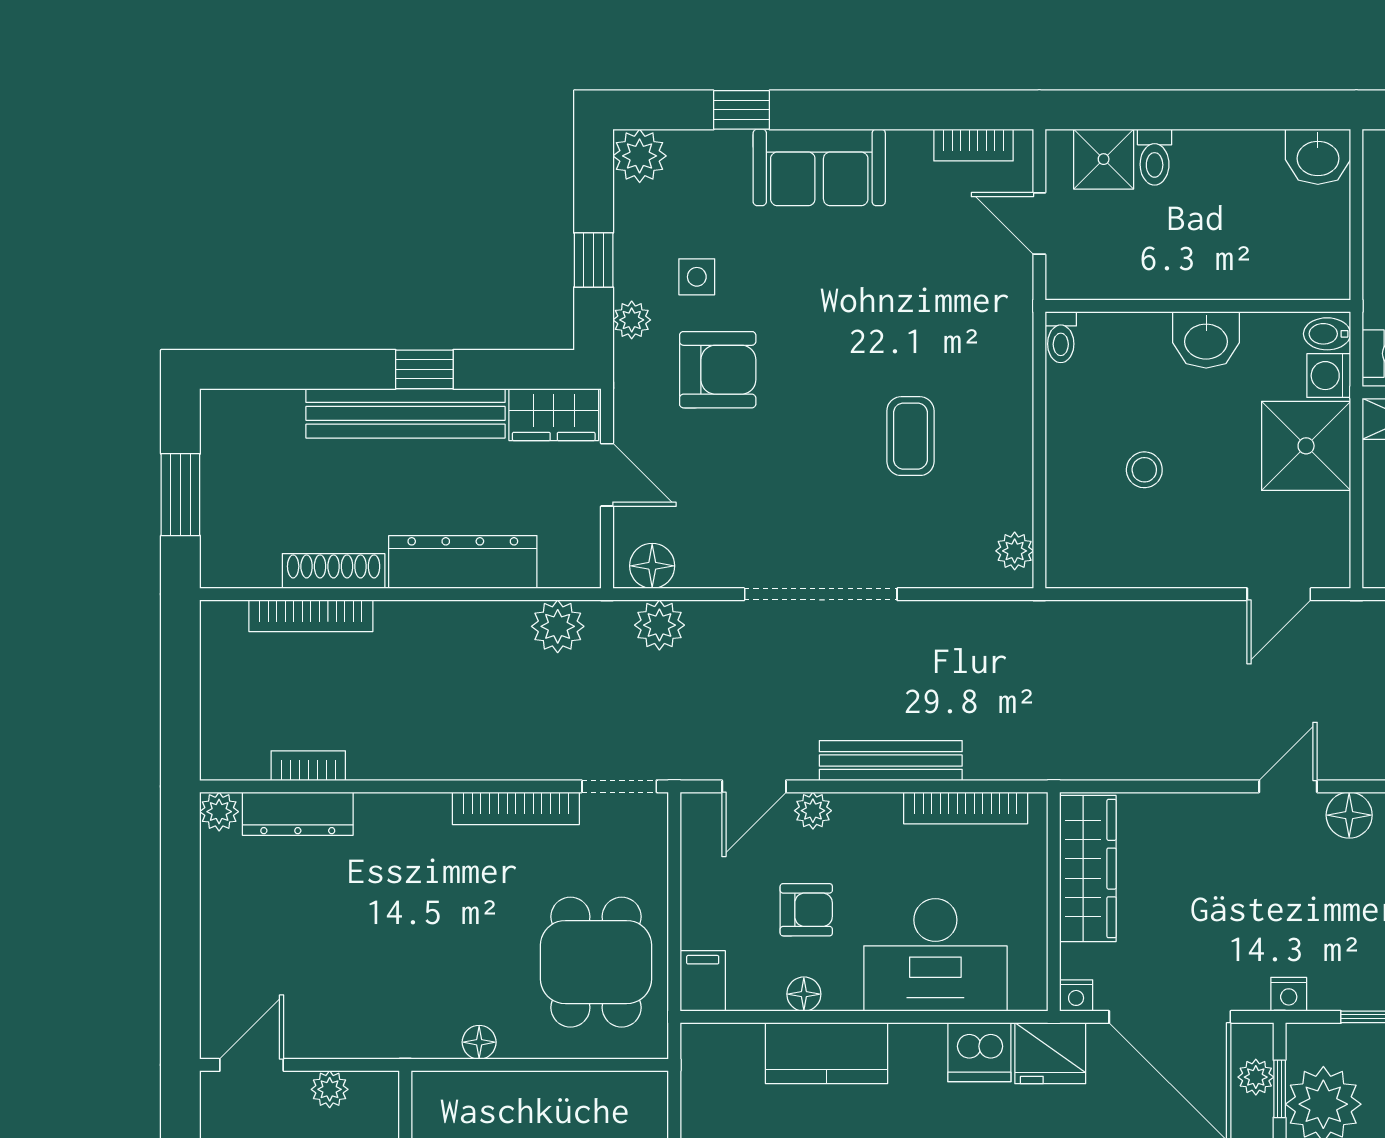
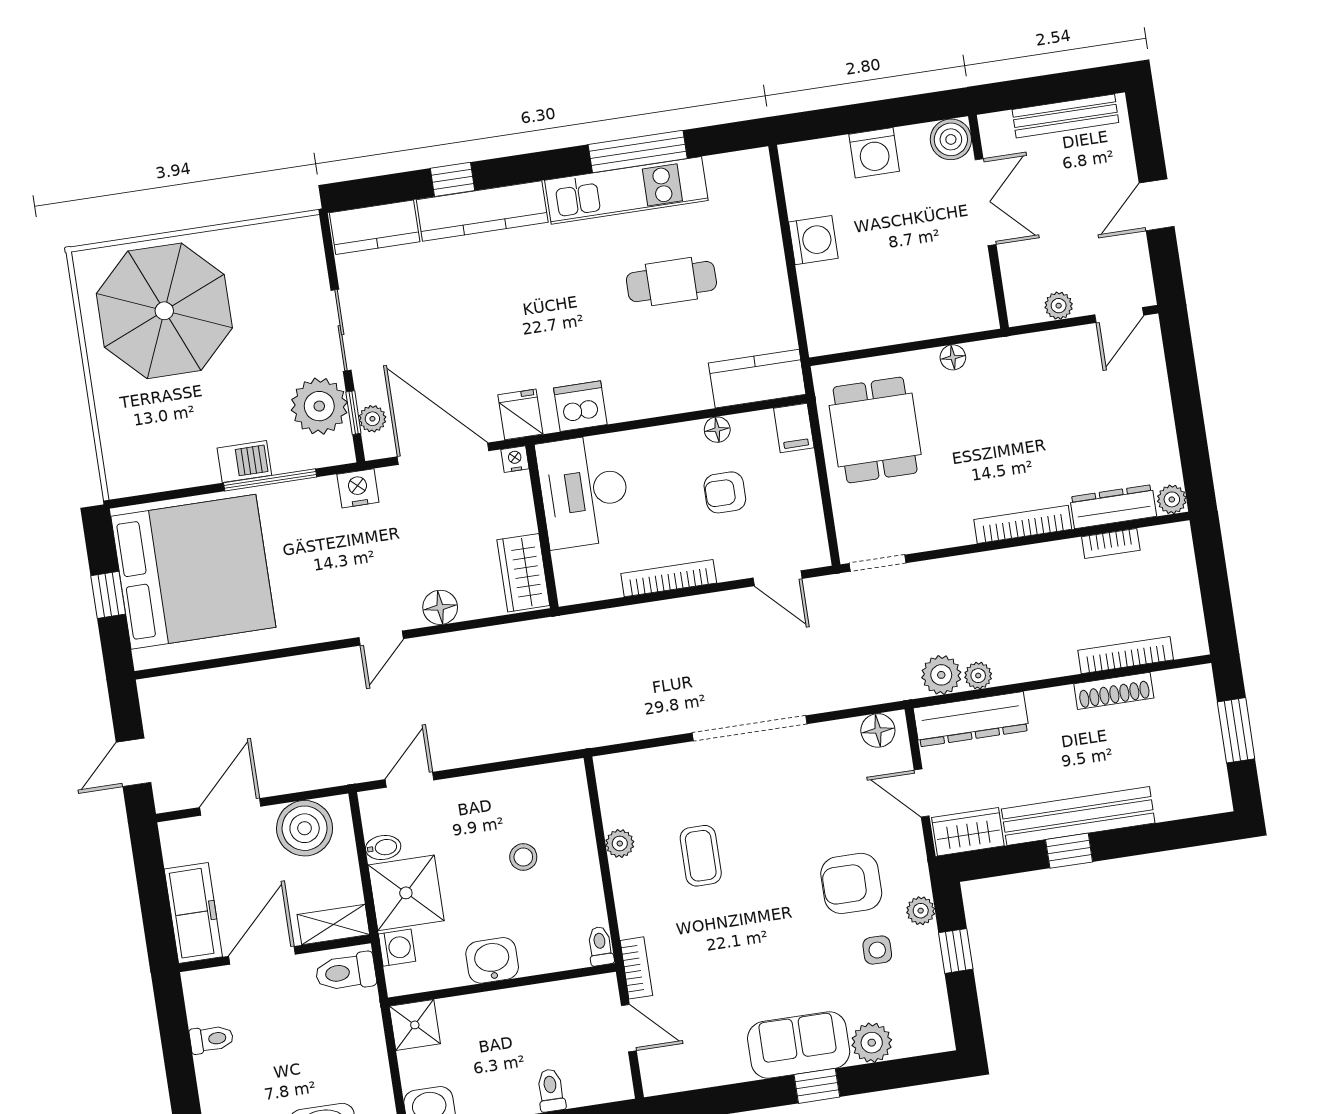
window: (741, 110) -> (817, 1086), moved
bookcase: (973, 145) -> (636, 968), moved, turned 90
plant: (640, 156) -> (872, 1043), moved
shower: (1104, 159) -> (415, 1025), moved
bidet: (1327, 334) -> (383, 847), moved
plant: (1015, 551) -> (620, 843), moved
dresser: (463, 562) -> (971, 719), moved
plant: (659, 625) -> (978, 676), moved, width x0.73, depth x0.73
bench: (891, 761) -> (679, 613), removed
door: (754, 786) -> (778, 578), swing flipped
bookcase: (516, 808) -> (1023, 524), moved
bookcase: (966, 808) -> (669, 578), moved
plant: (813, 811) -> (731, 567), removed
floor lamp: (1349, 815) -> (440, 607), moved
wardrobe: (1088, 869) -> (523, 573), width x0.67
desk: (935, 955) -> (584, 491), moved, turned -90
nightstand: (1289, 994) -> (358, 488), width x1.39, depth x1.35
kitchen counter: (827, 1053) -> (757, 379), moved
fridge: (1050, 1053) -> (520, 414), width x0.72

